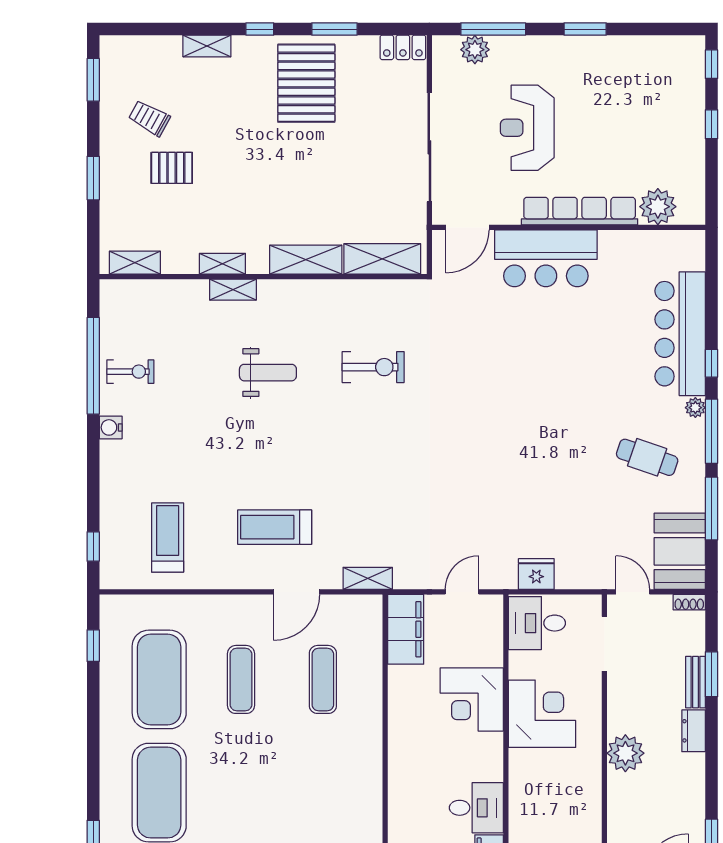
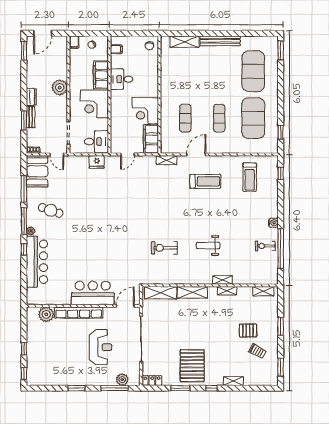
corner desk: (472, 699) -> (145, 111), moved, turned 180
filing cabinet: (526, 784) -> (101, 75), added
desk: (476, 808) -> (122, 79), moved

